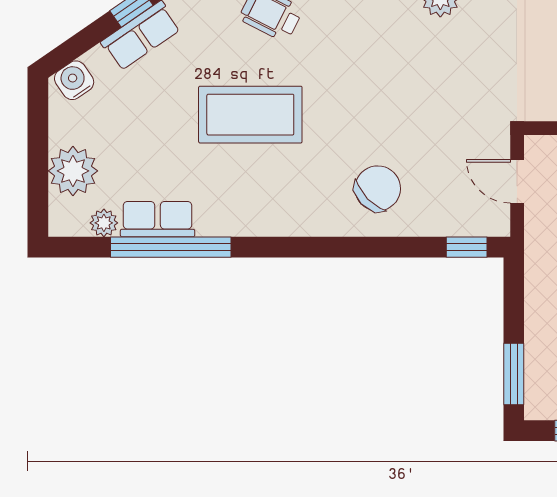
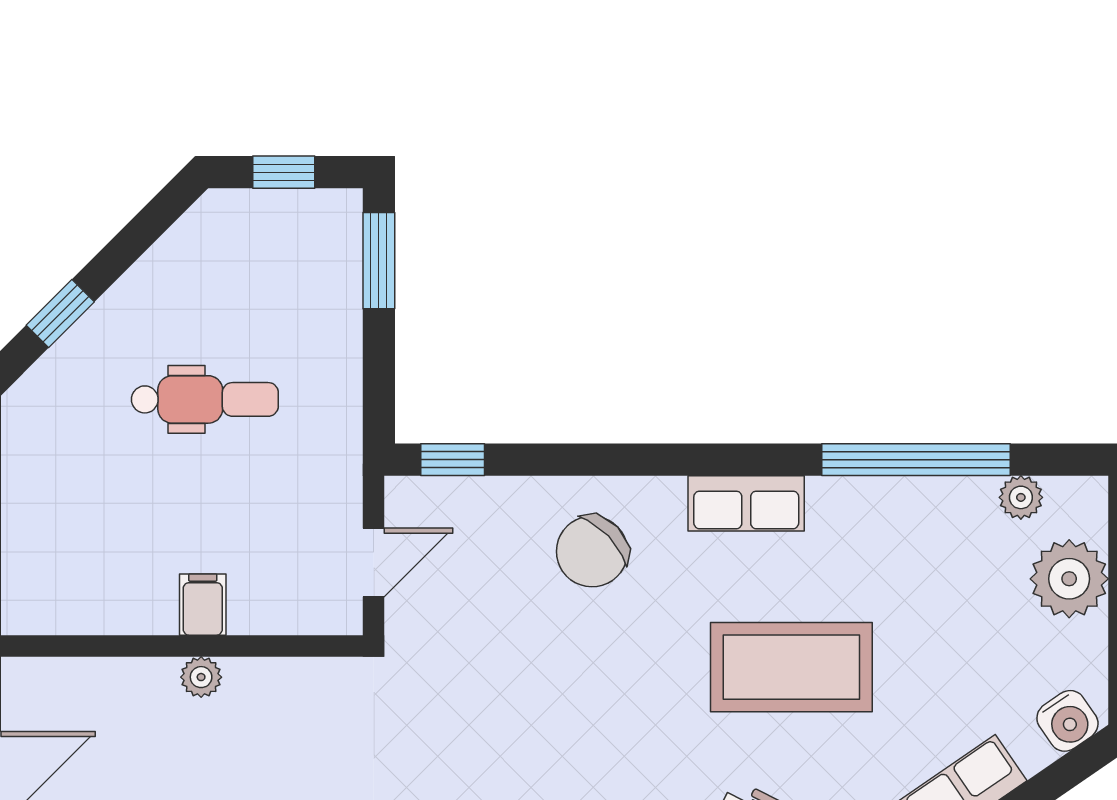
door: (517, 181) -> (374, 563), hinge flipped
row of seats: (158, 219) -> (746, 503), moved

